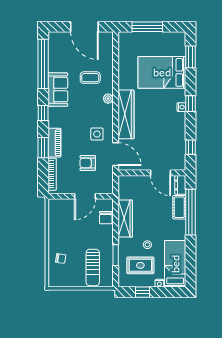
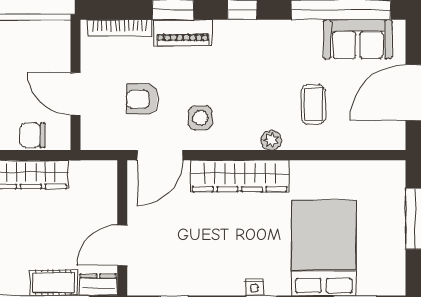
sofa: (58, 90) -> (358, 39), moved
armchair: (88, 163) -> (142, 99), turned -90

